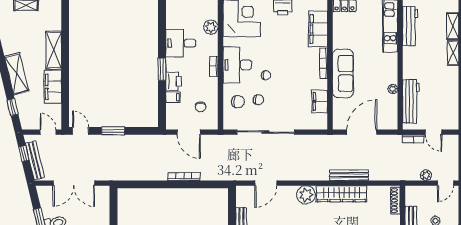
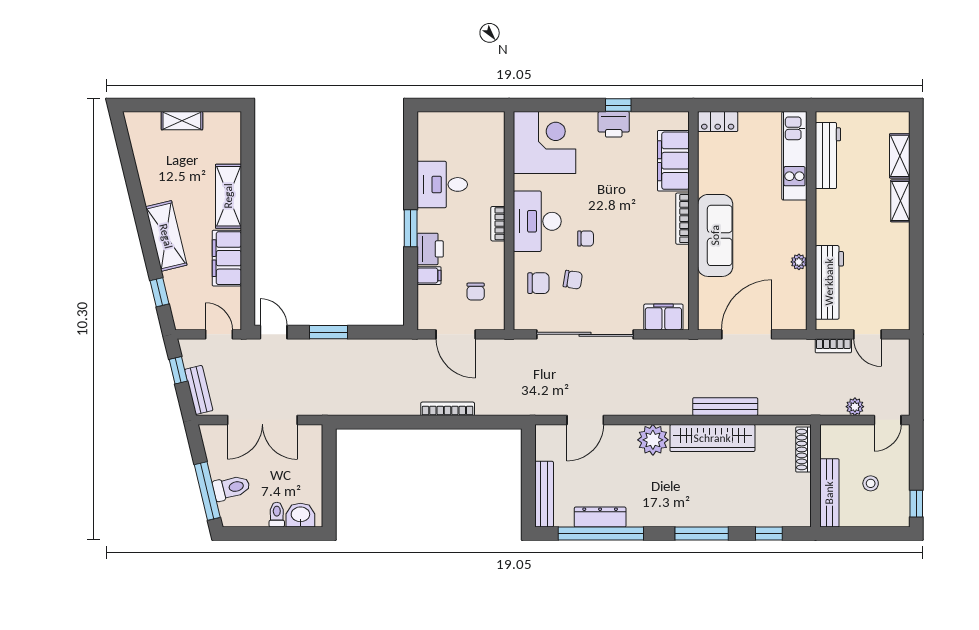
plant: (211, 27) -> (493, 158), removed
filing cabinet: (320, 102) -> (663, 317), moved, turned 90
bench: (35, 160) -> (199, 390), width x0.73

